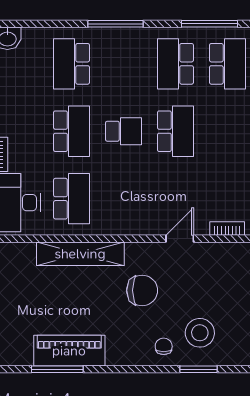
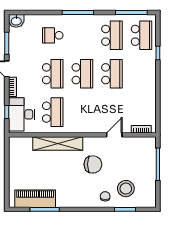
school desk: (72, 64) -> (53, 35), width x0.54
school desk: (175, 64) -> (112, 35), turned 180
school desk: (124, 131) -> (82, 74), width x1.85
piano: (69, 351) -> (35, 199), moved

